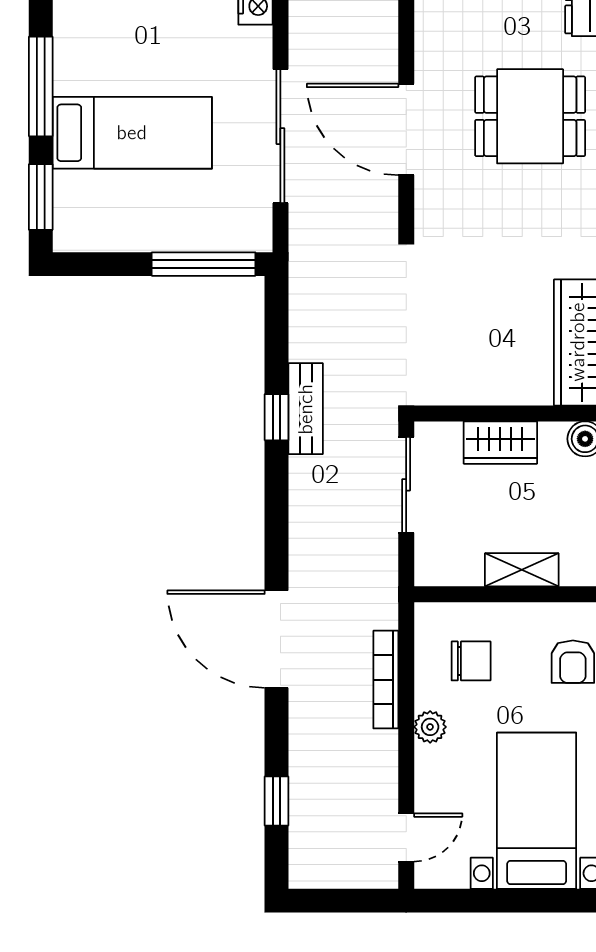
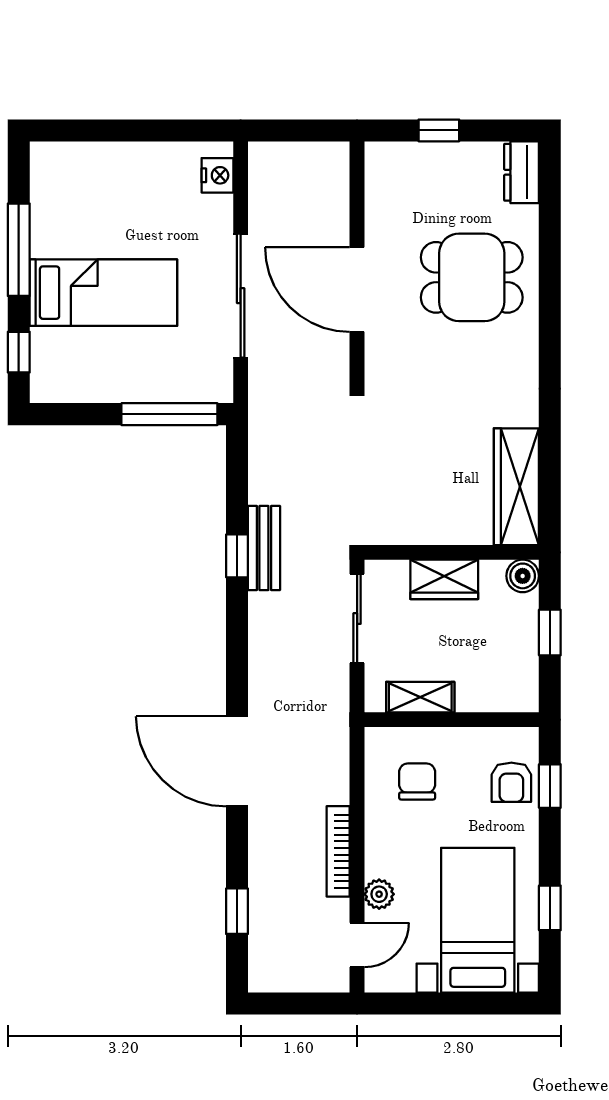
window: (41, 197) -> (19, 352), width x0.67
shelving: (522, 570) -> (420, 697), moved
chair: (471, 661) -> (417, 781), turned -90
bookcase: (386, 680) -> (338, 851), moved
plant: (430, 727) -> (379, 894), moved

